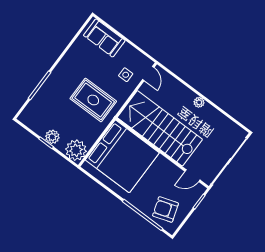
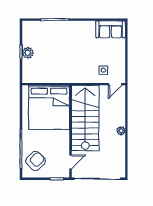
sofa: (104, 38) -> (111, 29), moved, turned -90
rug: (93, 100) -> (71, 61), removed
plant: (76, 150) -> (31, 75), removed
door: (192, 176) -> (70, 162), swing flipped
armchair: (165, 209) -> (36, 161), turned 64

